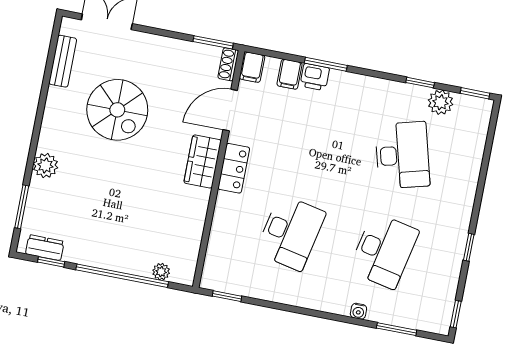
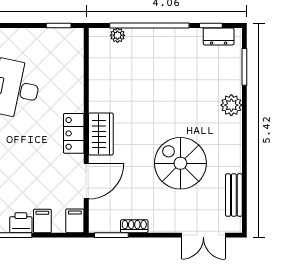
shoe rack: (228, 64) -> (134, 226), moved, turned -90

